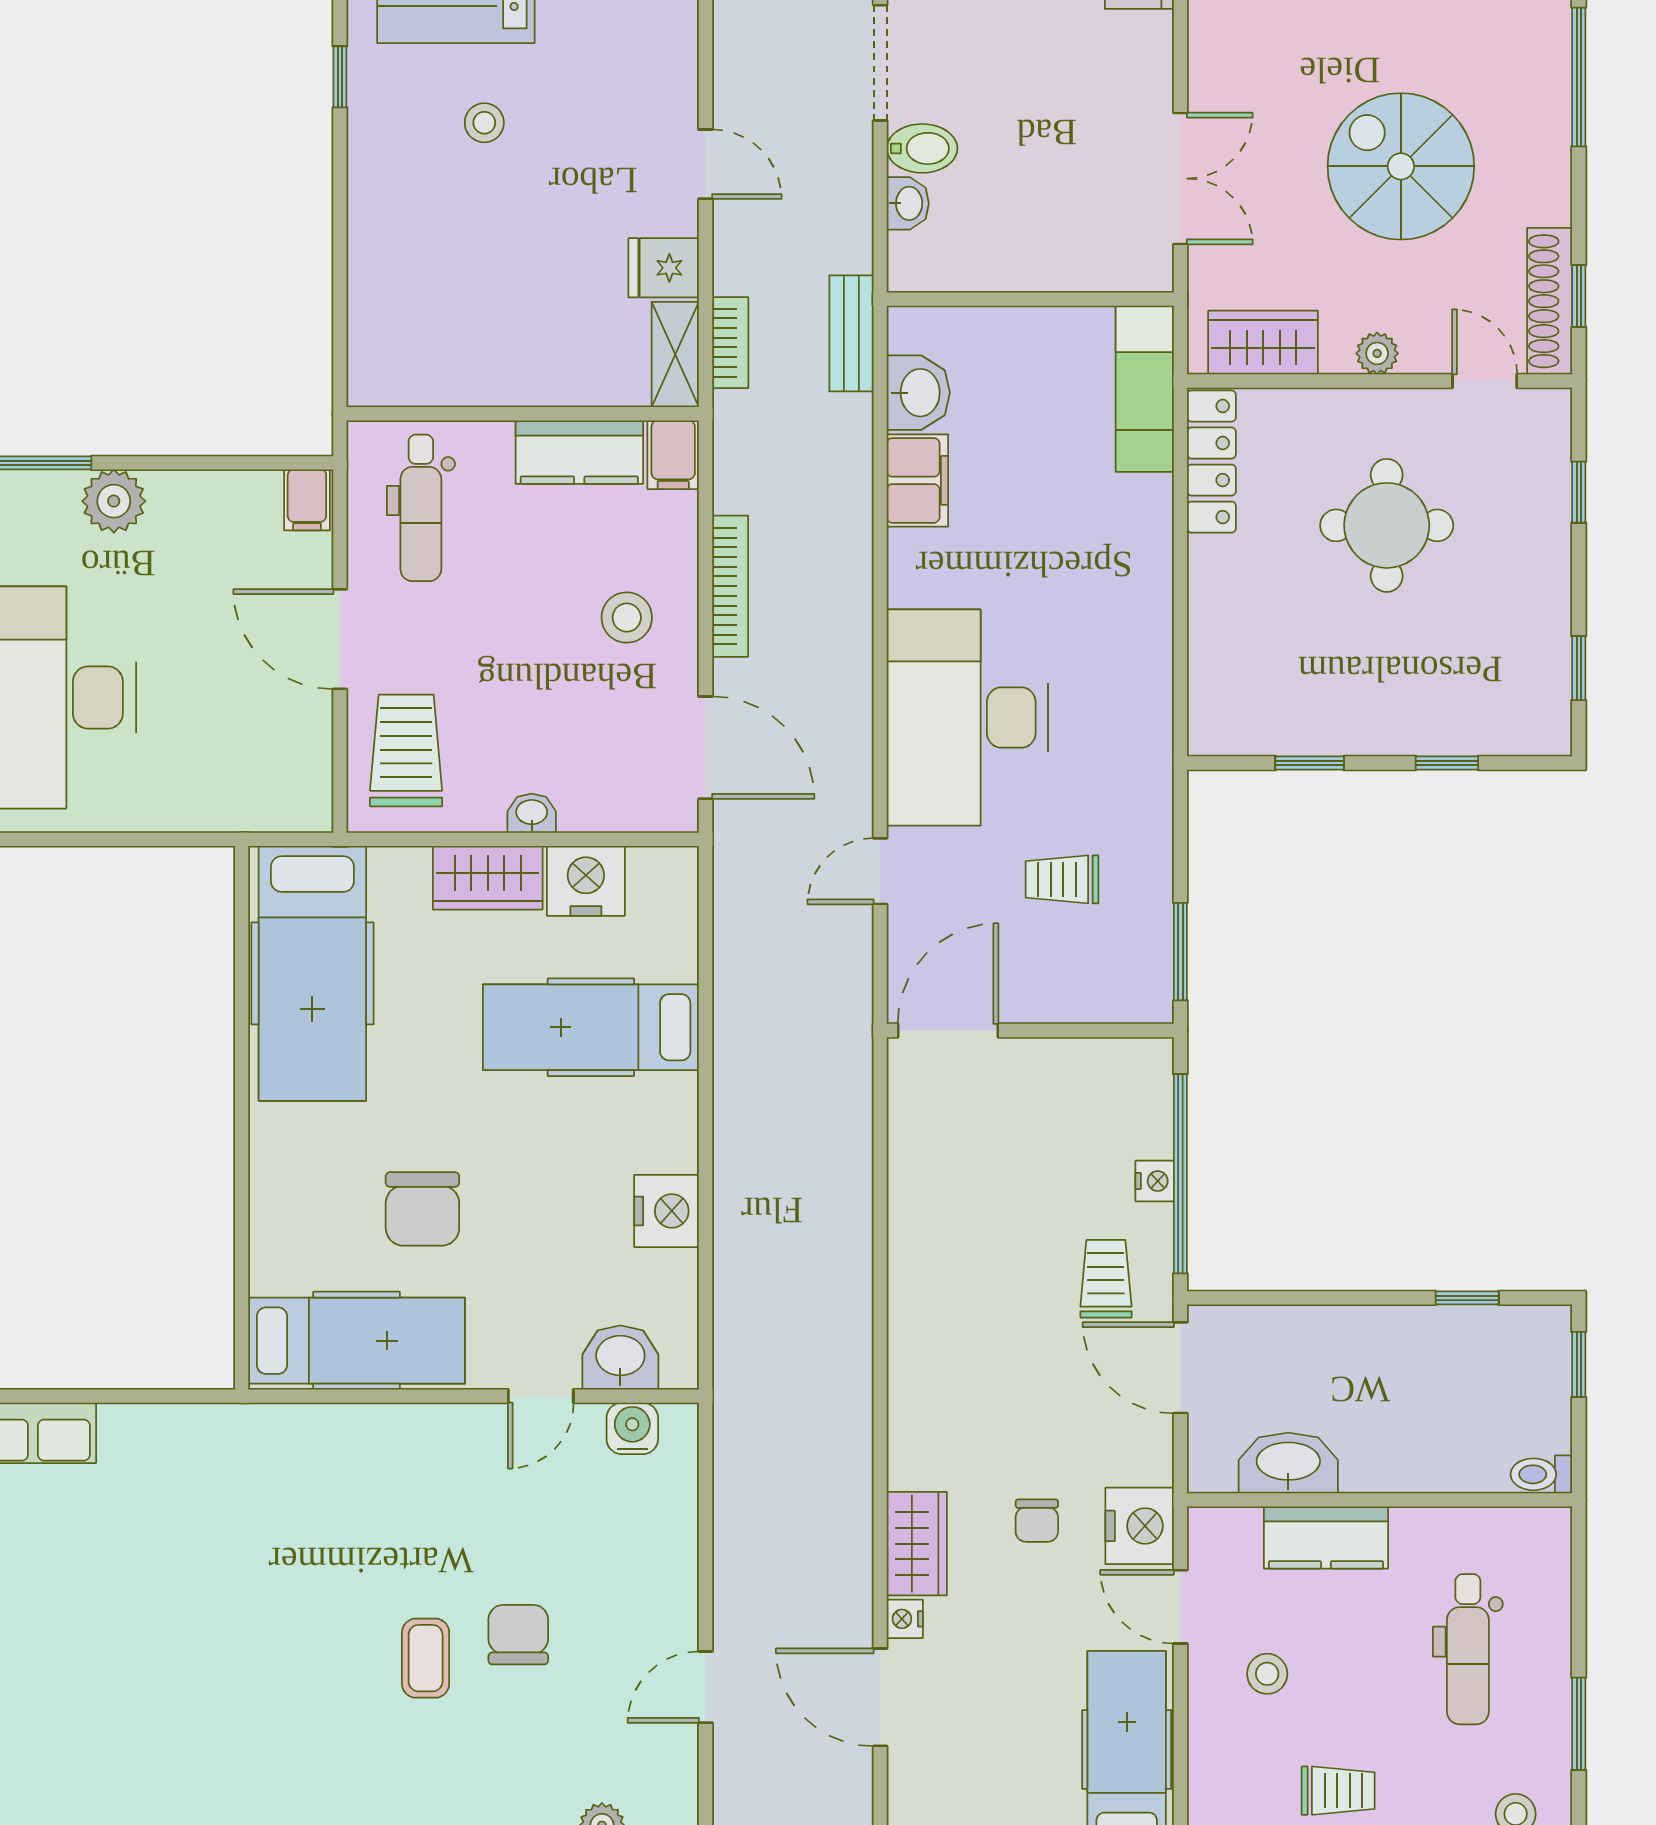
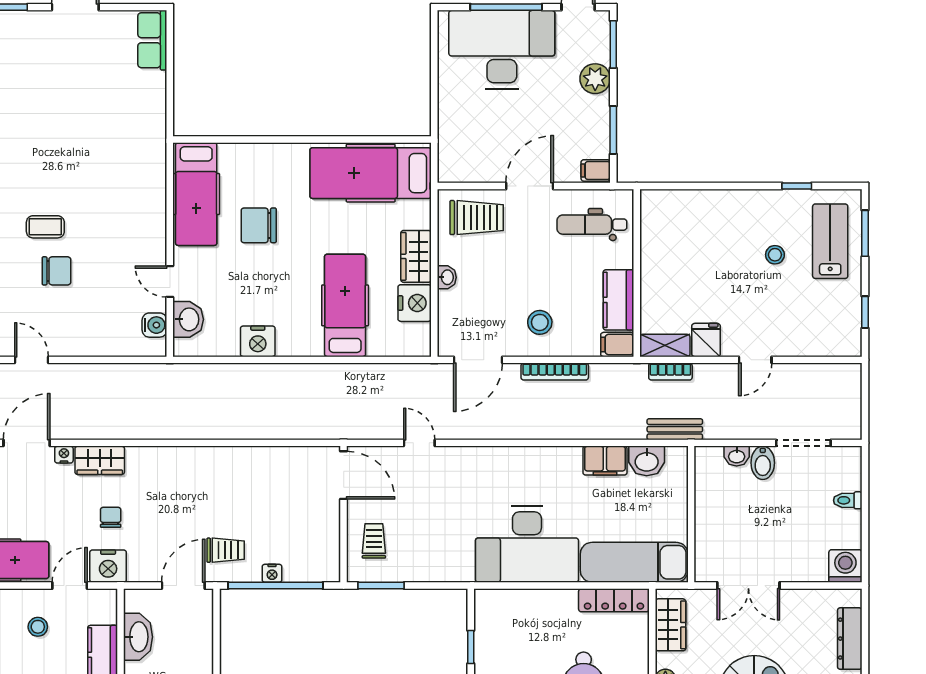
exam couch: (1145, 389) -> (634, 562), width x1.36, depth x1.45
window: (222, 463) -> (613, 130), added
desk: (968, 718) -> (527, 544), moved, turned 180
trolley: (1062, 879) -> (374, 541), moved
chair: (1037, 1521) -> (111, 517), turned 90

